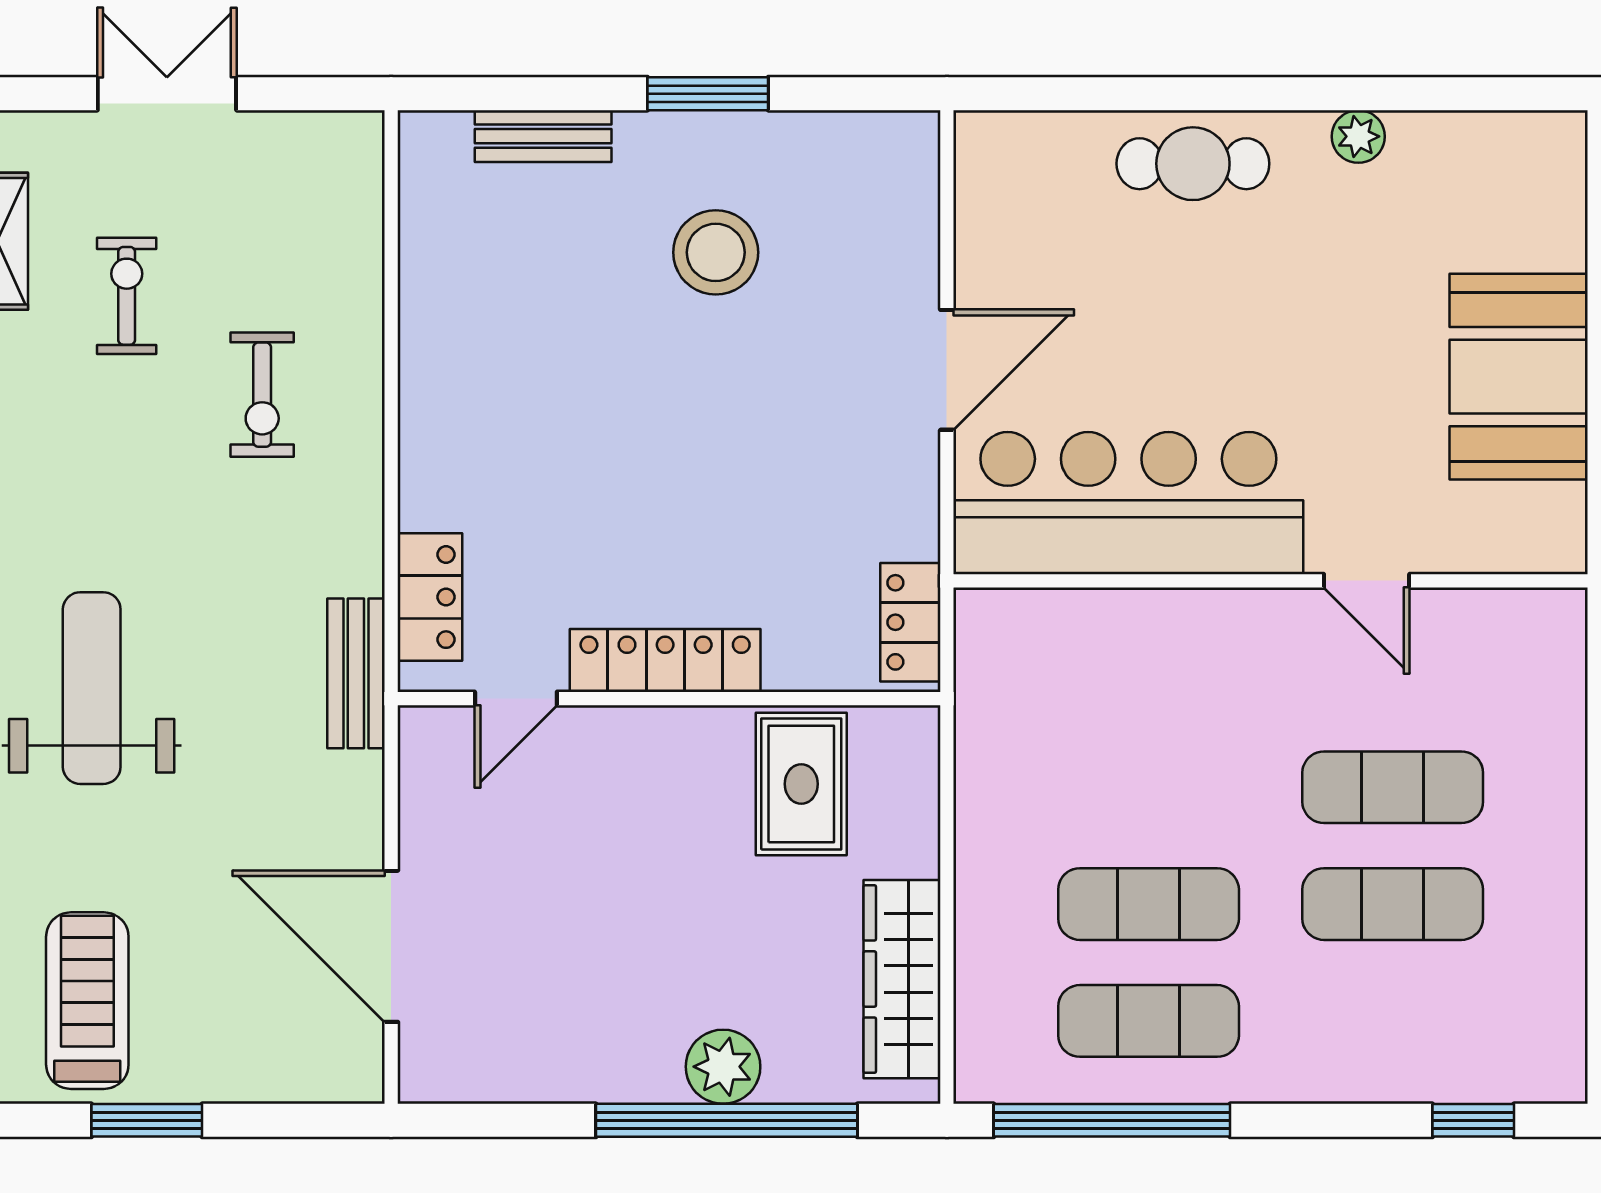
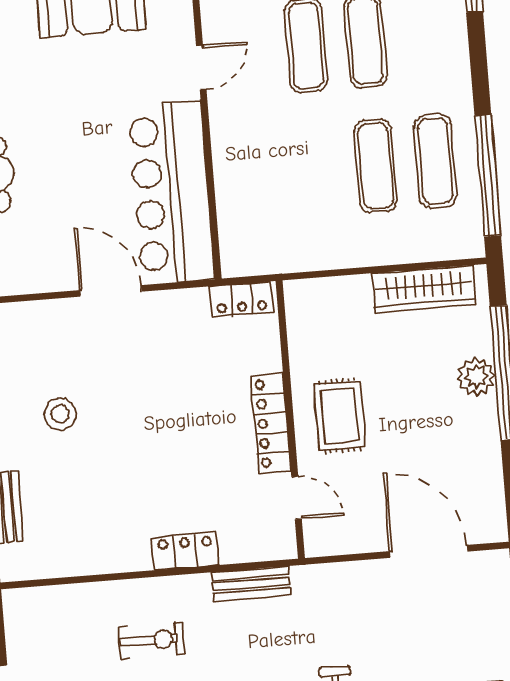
stool: (716, 252) -> (60, 414), width x0.73, depth x0.73
locker: (430, 597) -> (185, 551), moved
bench: (356, 673) -> (251, 584), moved
rug: (801, 784) -> (340, 416), moved, turned 90
door: (391, 946) -> (428, 551), swing flipped

